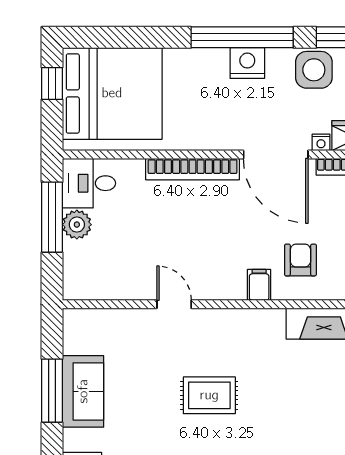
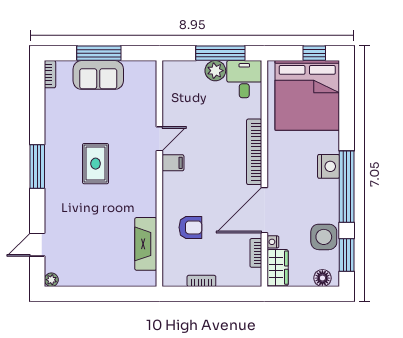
nightstand: (247, 63) -> (329, 166), moved
filing cabinet: (259, 285) -> (173, 163), moved

